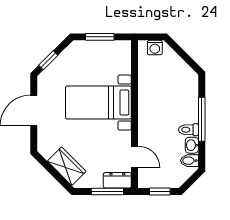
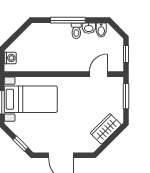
bed with nightstands: (98, 103) -> (31, 99), moved, turned -90
dresser: (117, 180) -> (117, 88), removed

